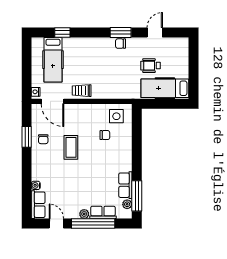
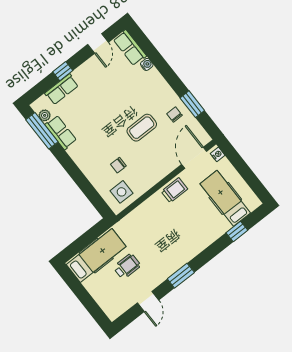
chair: (121, 44) -> (173, 265), removed
door: (53, 101) -> (194, 158), hinge flipped
coffee table: (71, 147) -> (142, 128), turned 90
plant: (84, 214) -> (79, 74), removed
door: (56, 224) -> (98, 43), hinge flipped
window: (93, 224) -> (63, 71), width x0.32

